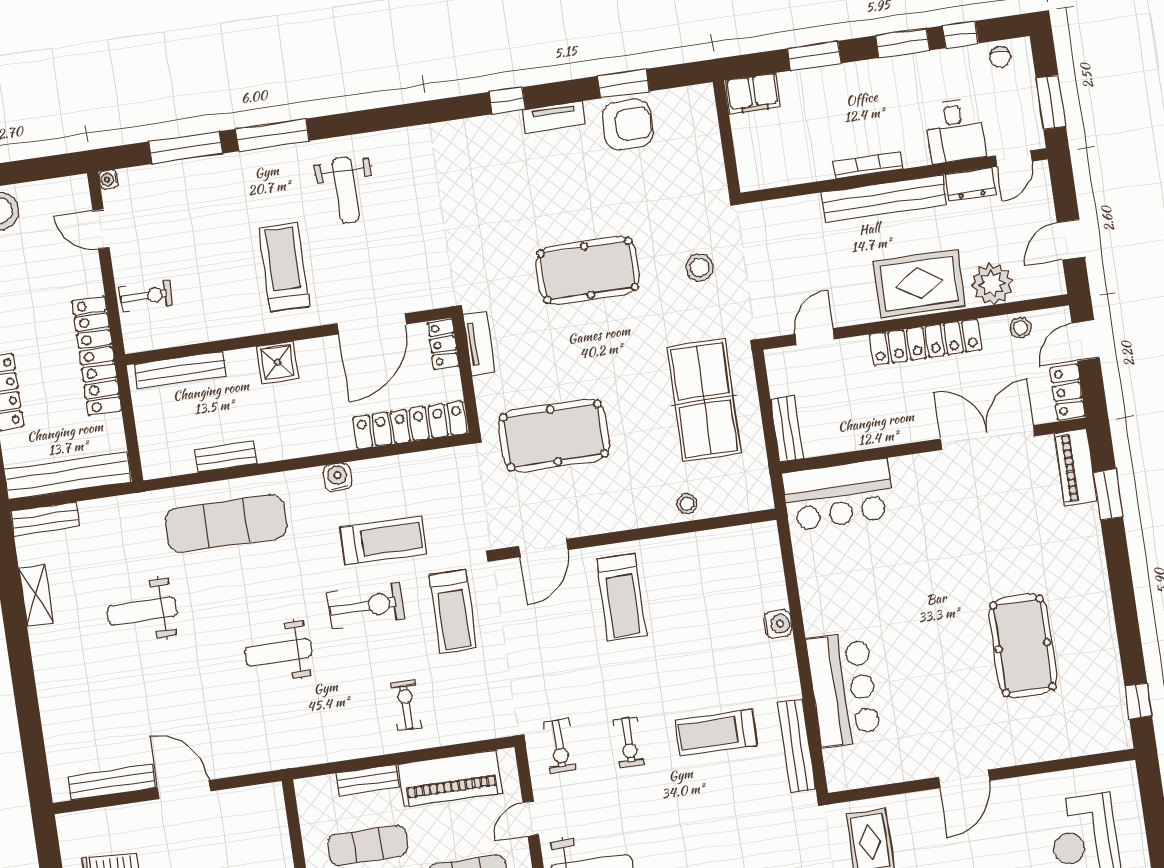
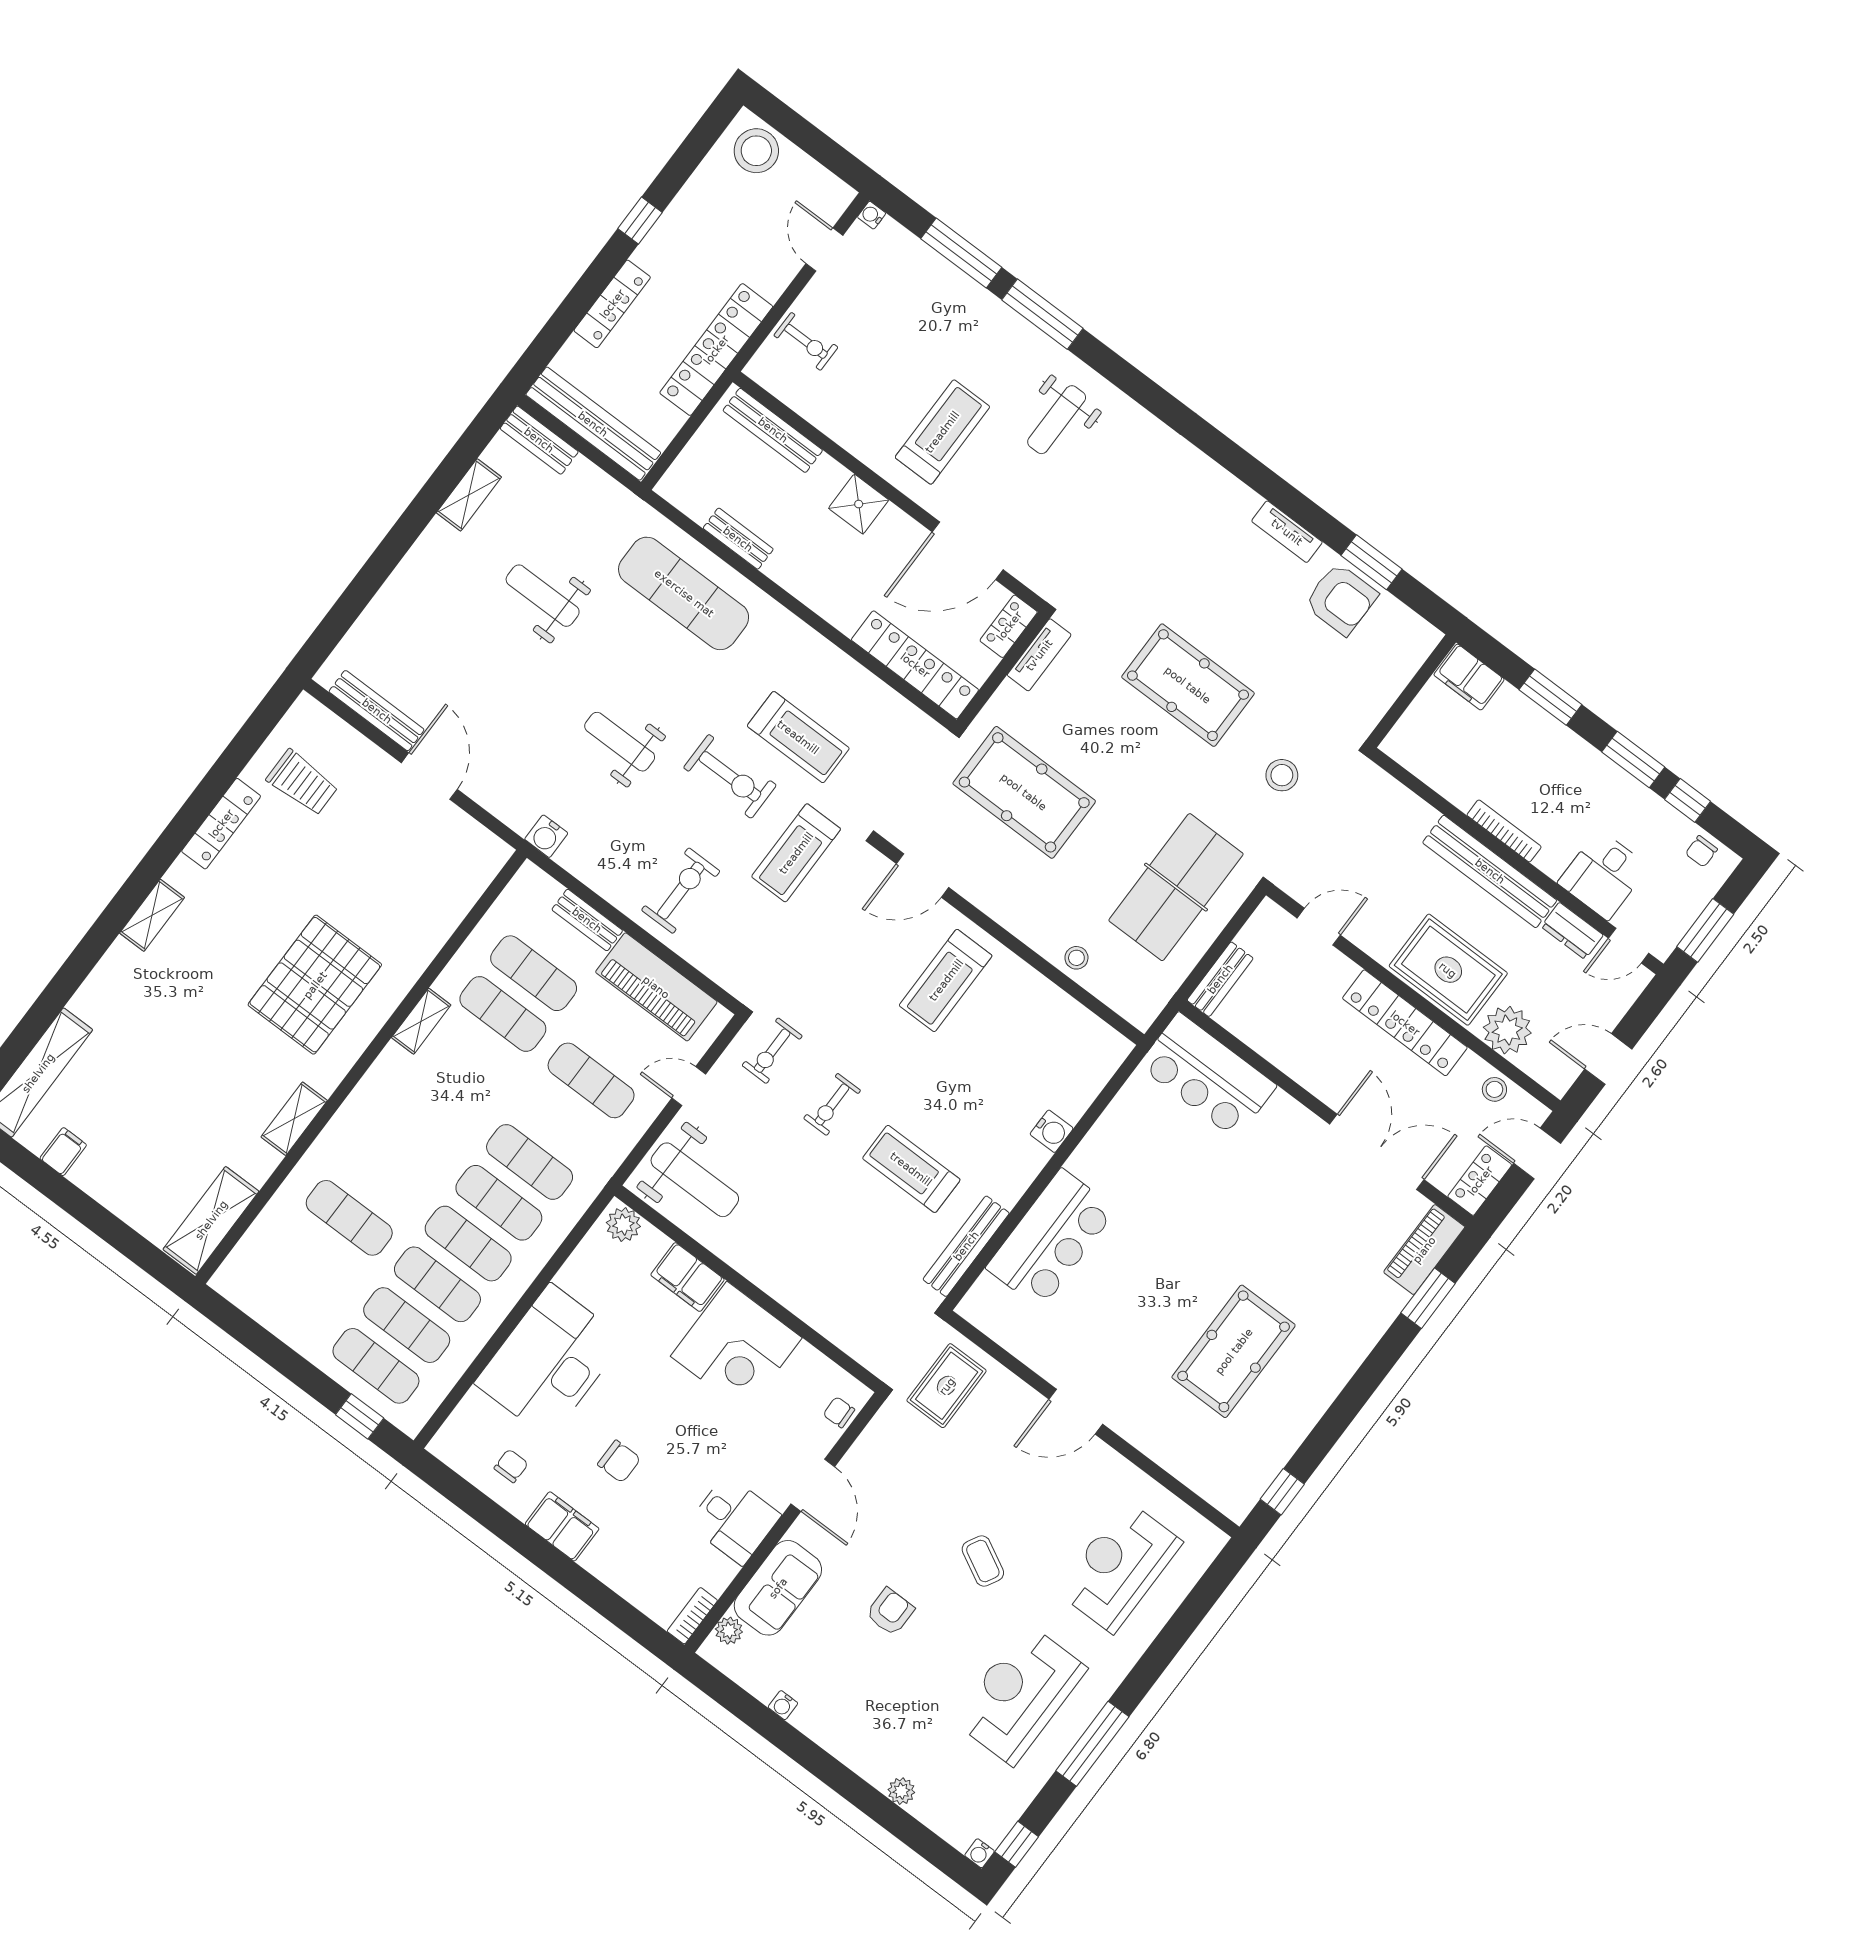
window: (507, 101) -> (1263, 480), removed
water cooler: (337, 477) -> (546, 836), moved, turned 180
exercise bike: (406, 705) -> (681, 891), width x1.38, depth x1.39

